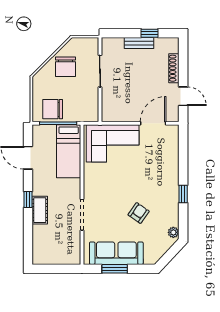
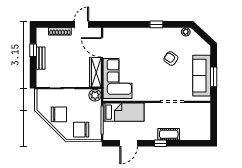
chair: (53, 109) -> (81, 130), moved, turned 90
plant: (91, 114) -> (95, 95), added
wardrobe: (121, 114) -> (95, 72), added

